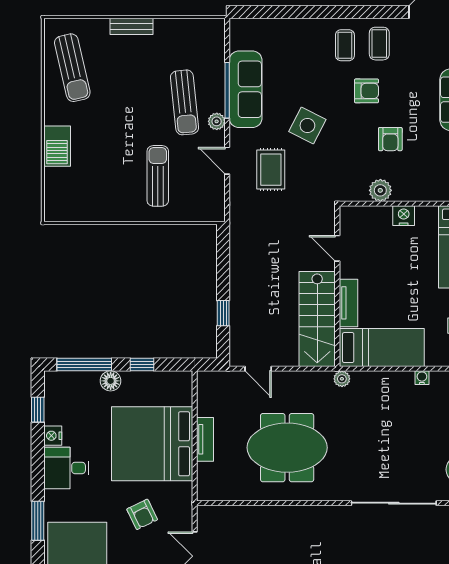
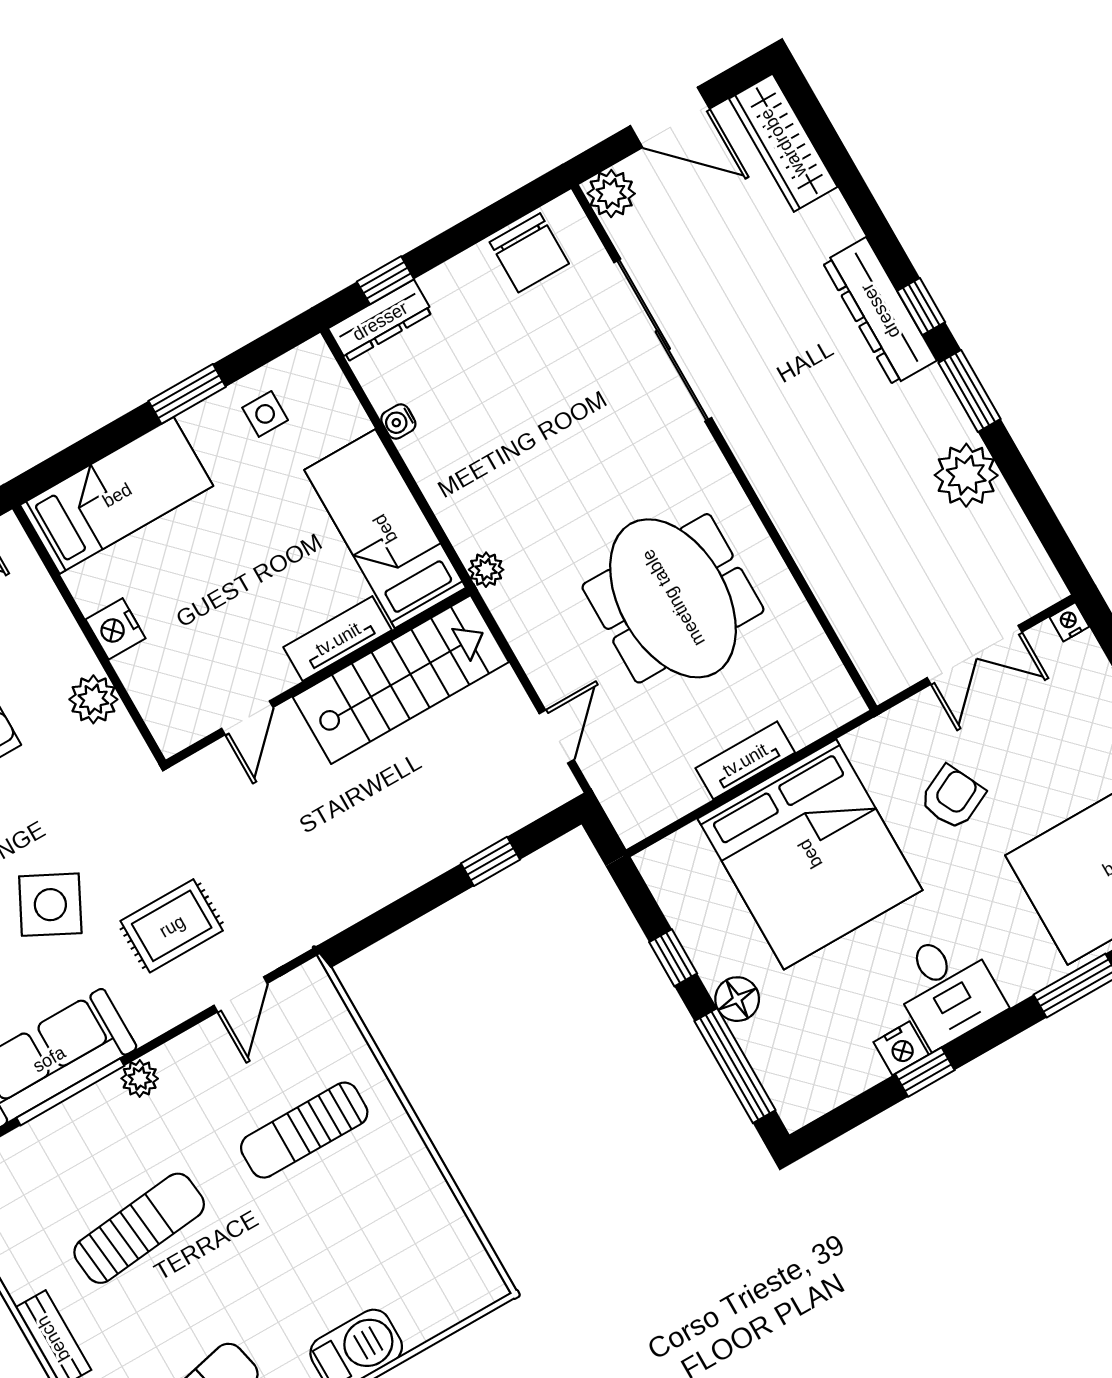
sun lounger: (184, 102) -> (139, 1228), moved
door: (227, 161) -> (241, 994), moved
window: (38, 410) -> (925, 1072), moved

